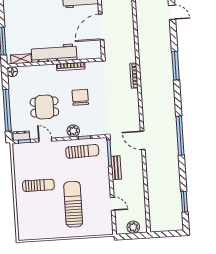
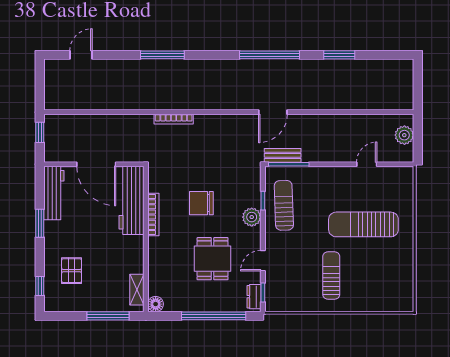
pallet: (31, 15) -> (72, 271), added
workbench: (54, 53) -> (131, 200), moved
bench: (116, 168) -> (283, 155), moved
window: (184, 202) -> (339, 55), moved

